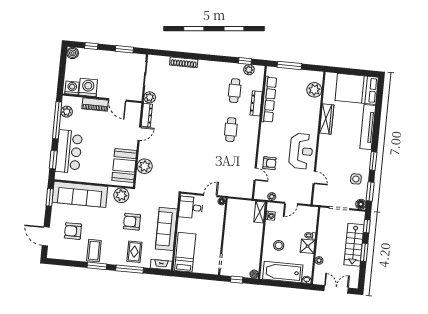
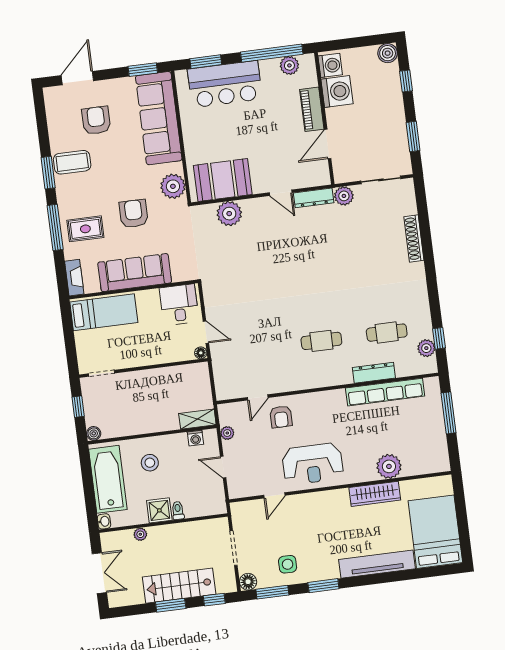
plant: (314, 90) -> (389, 466), moved

